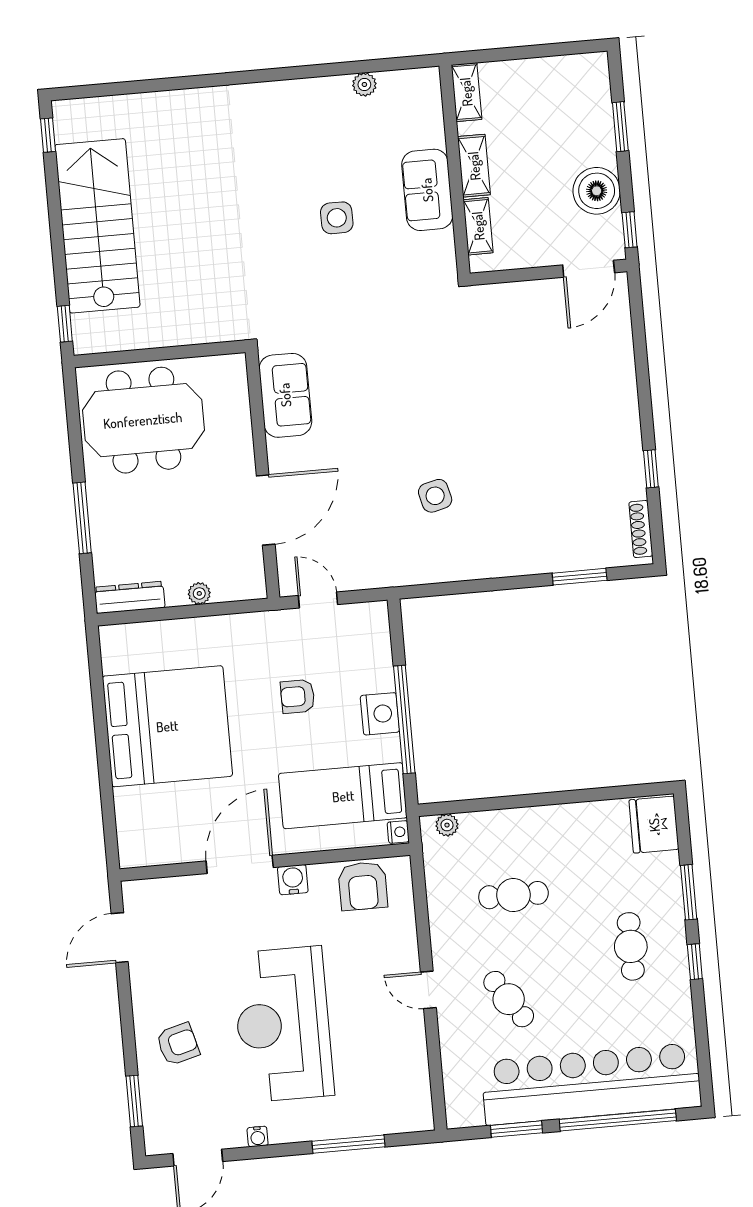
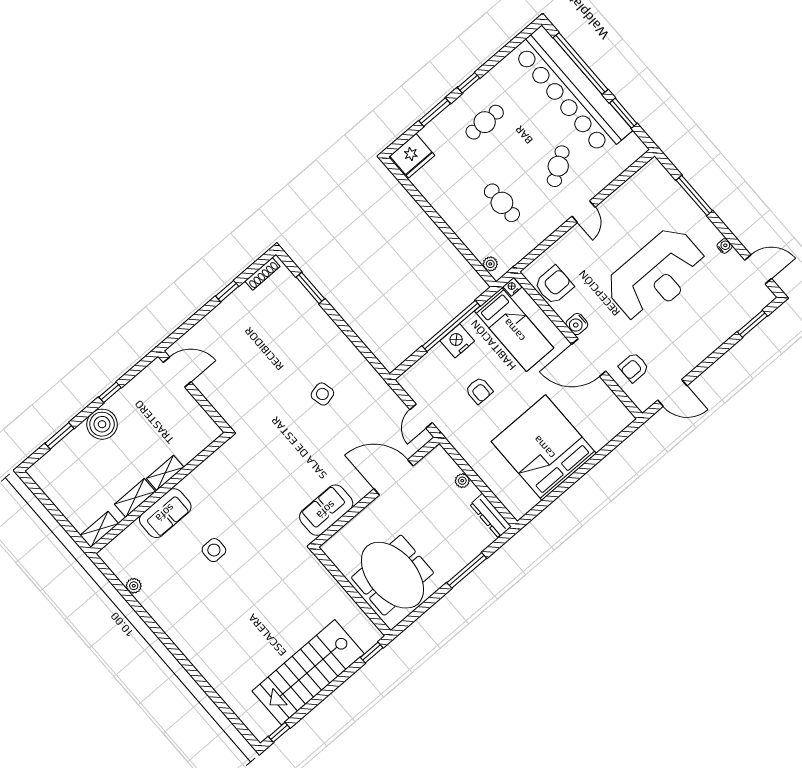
door: (589, 269) -> (177, 372), moved
wall: (549, 272) -> (194, 392), moved
armchair: (178, 1044) -> (634, 367), moved, turned -75

